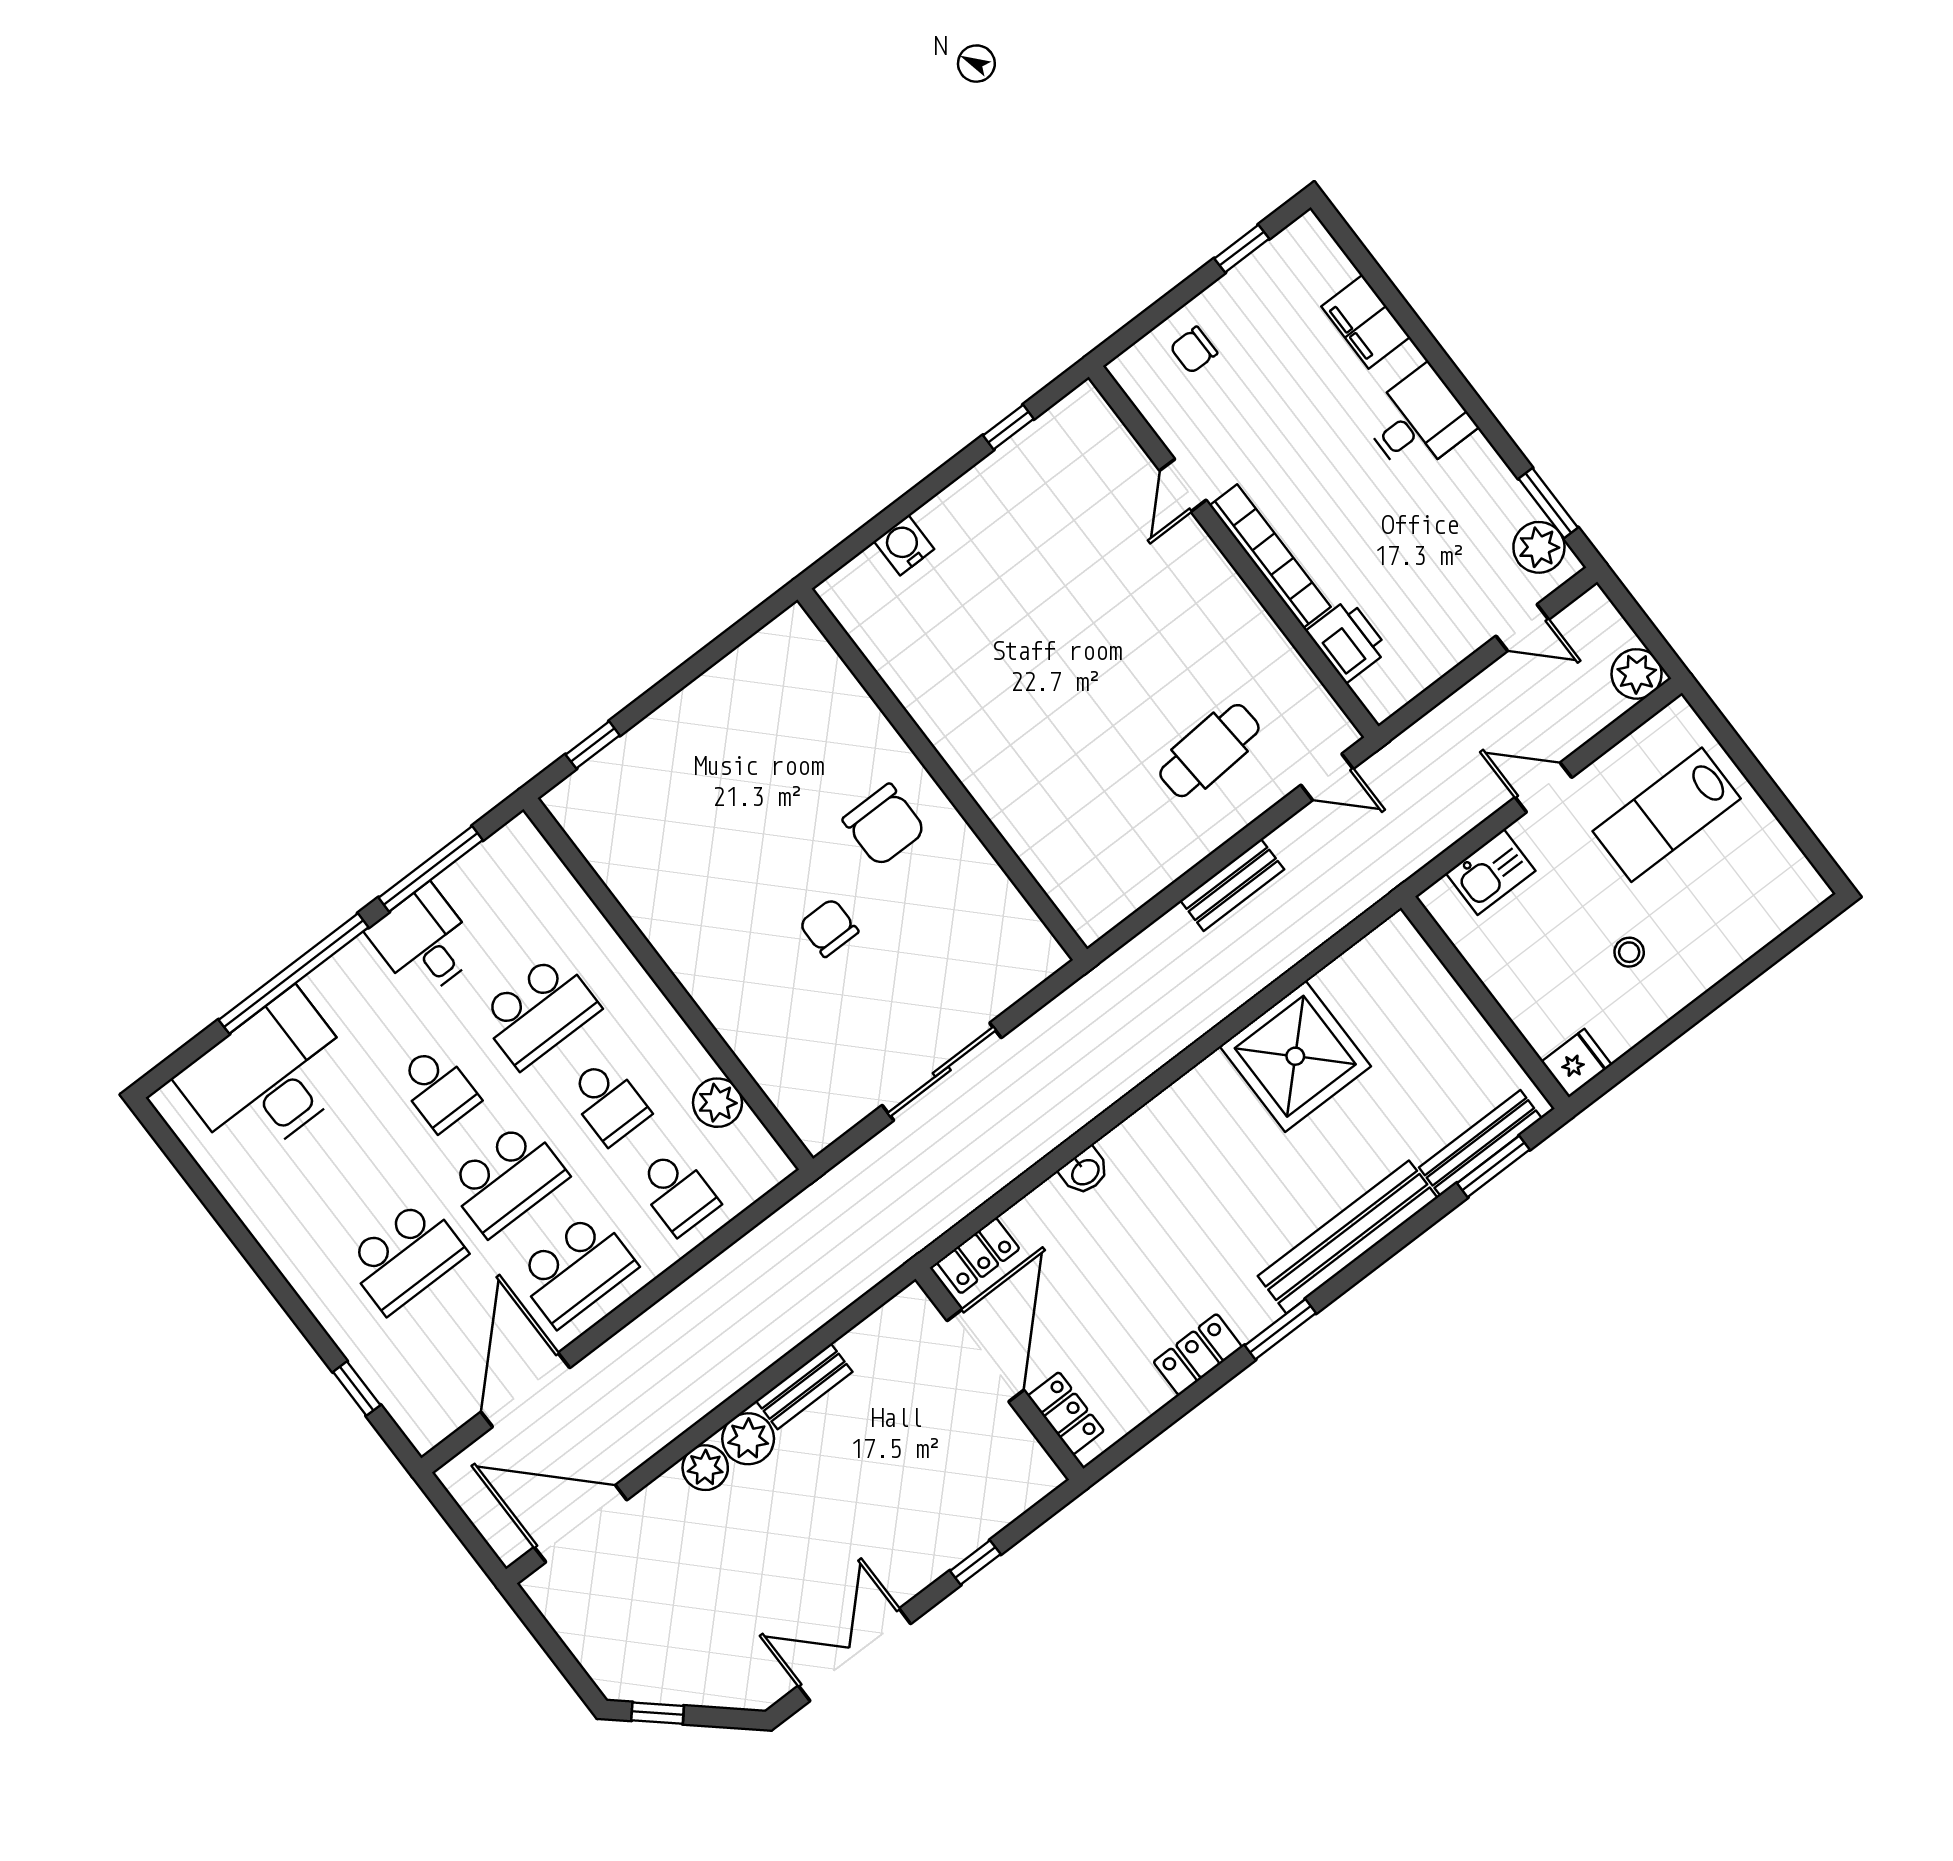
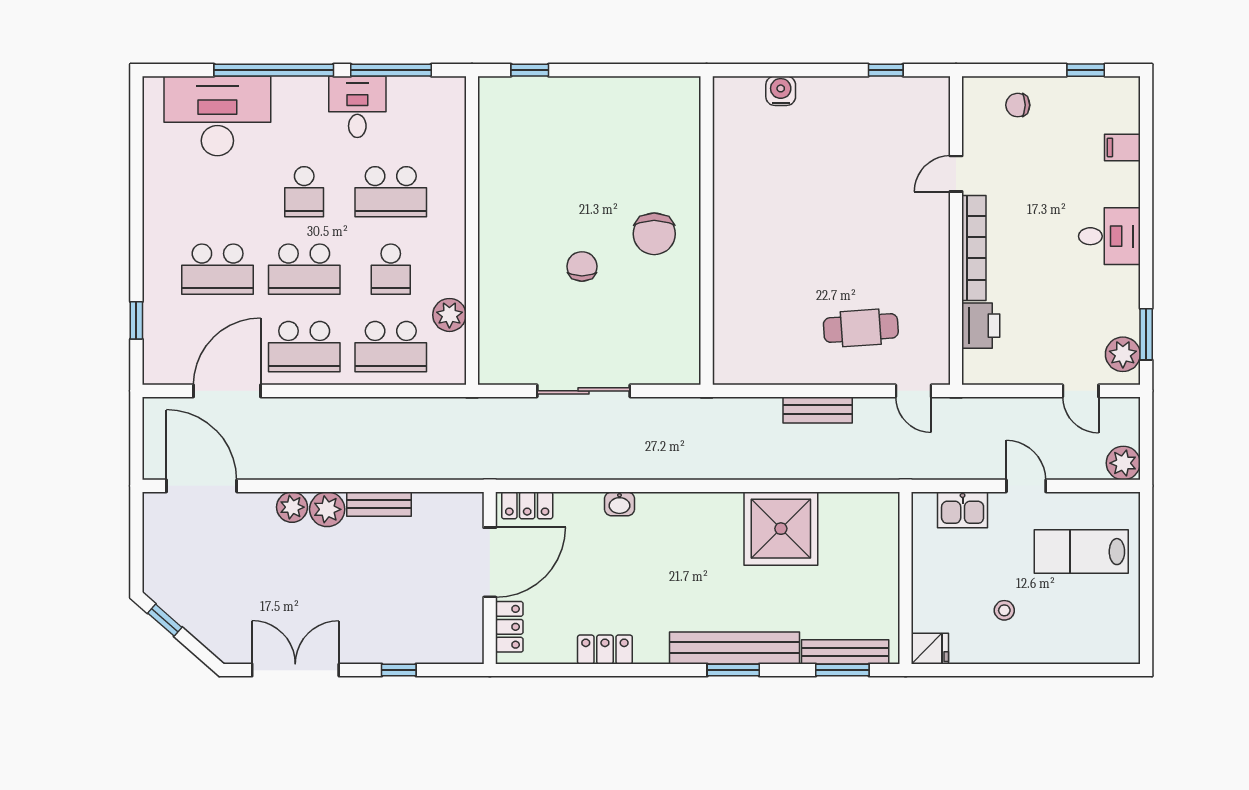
filing cabinet: (1366, 322) -> (1122, 147), width x0.50
school desk: (677, 1192) -> (391, 347), width x1.85
window: (1280, 1329) -> (733, 670), moved

